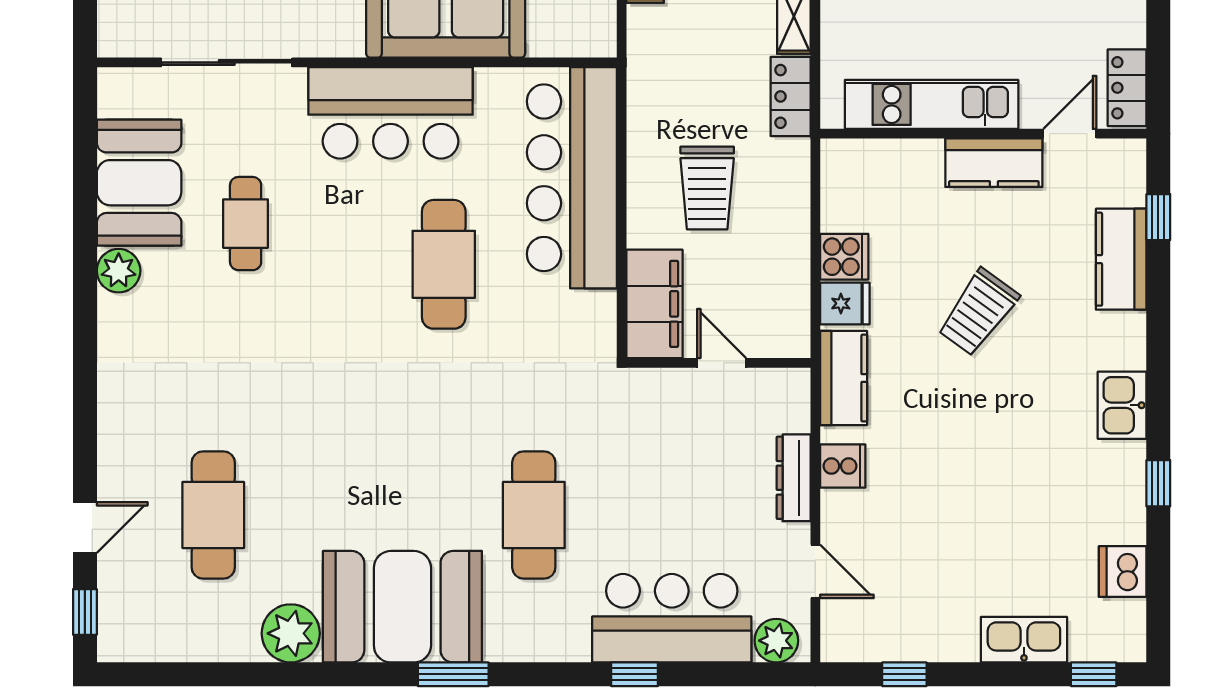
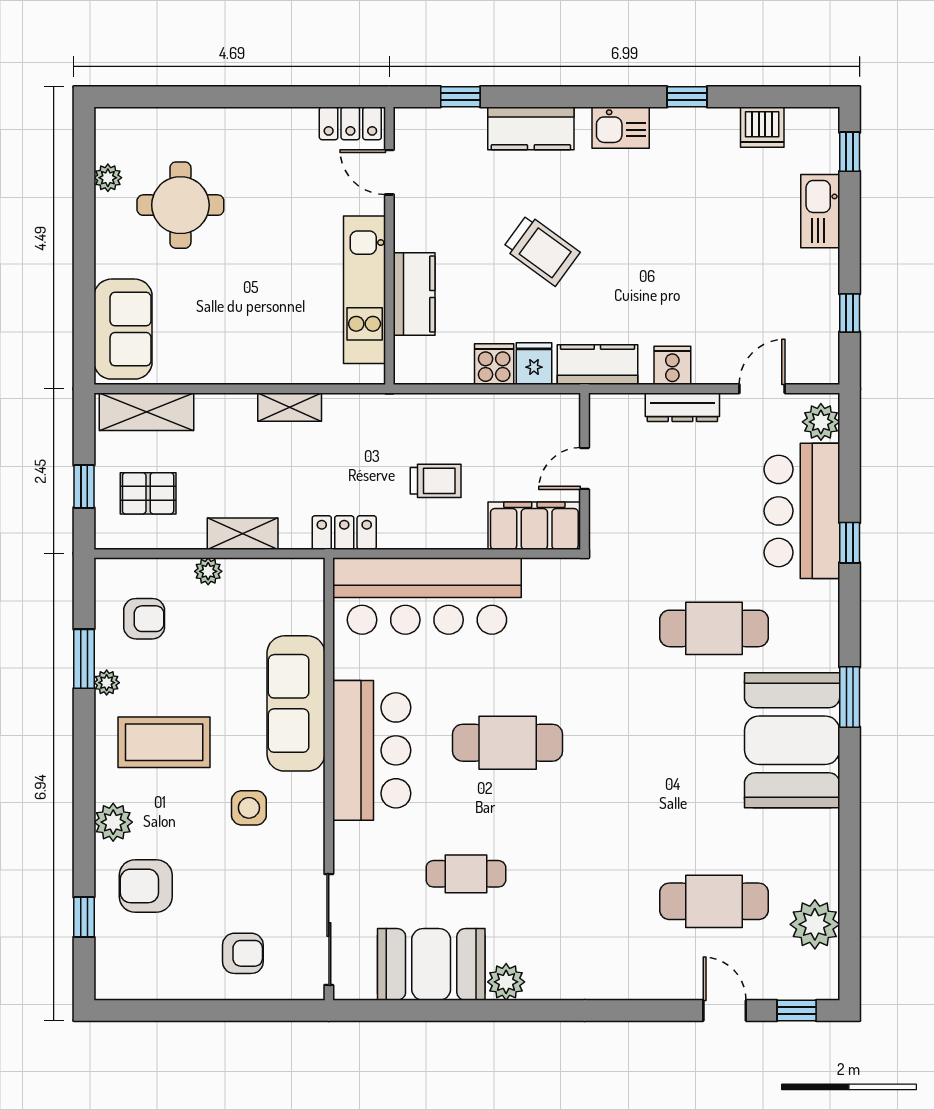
sliding door: (227, 62) -> (329, 930), moved
locker: (791, 96) -> (344, 533), moved, turned 180
kitchen counter: (994, 163) -> (414, 294), moved
trolley: (707, 188) -> (436, 481), width x0.73, depth x0.72
kitchen counter: (1121, 259) -> (531, 128), moved
cafe table: (444, 264) -> (508, 743), moved
plant: (291, 633) -> (815, 924), moved

